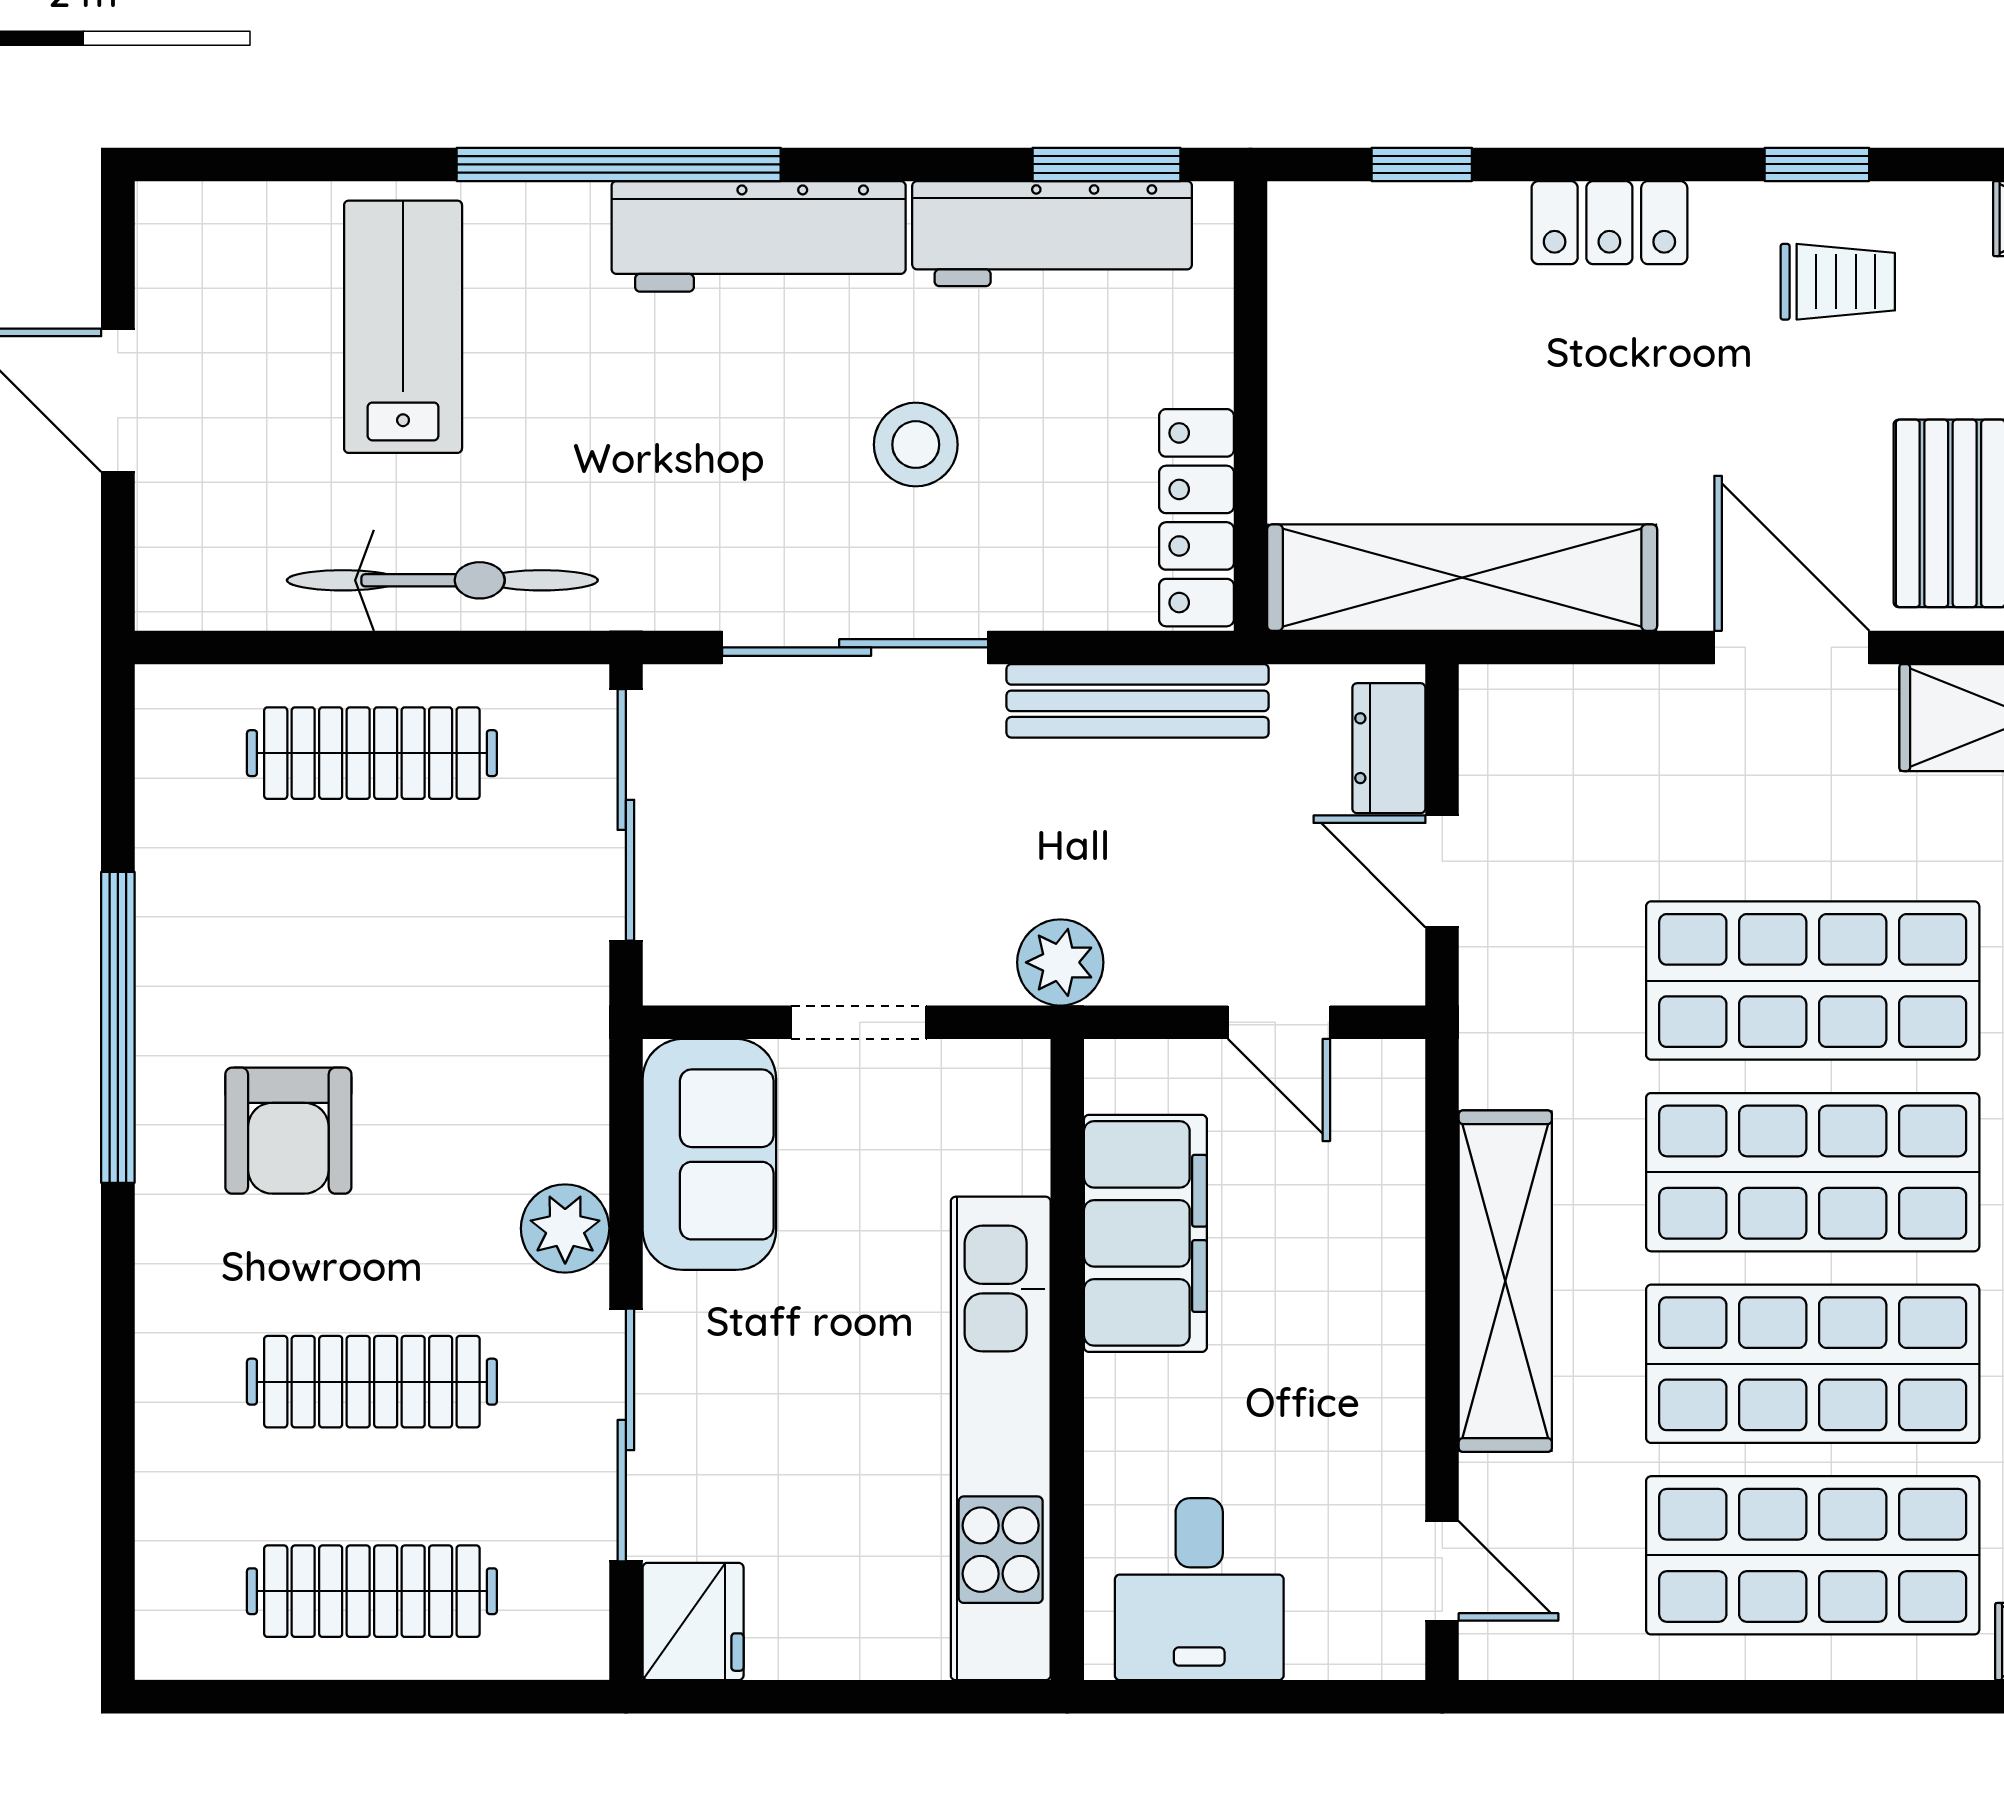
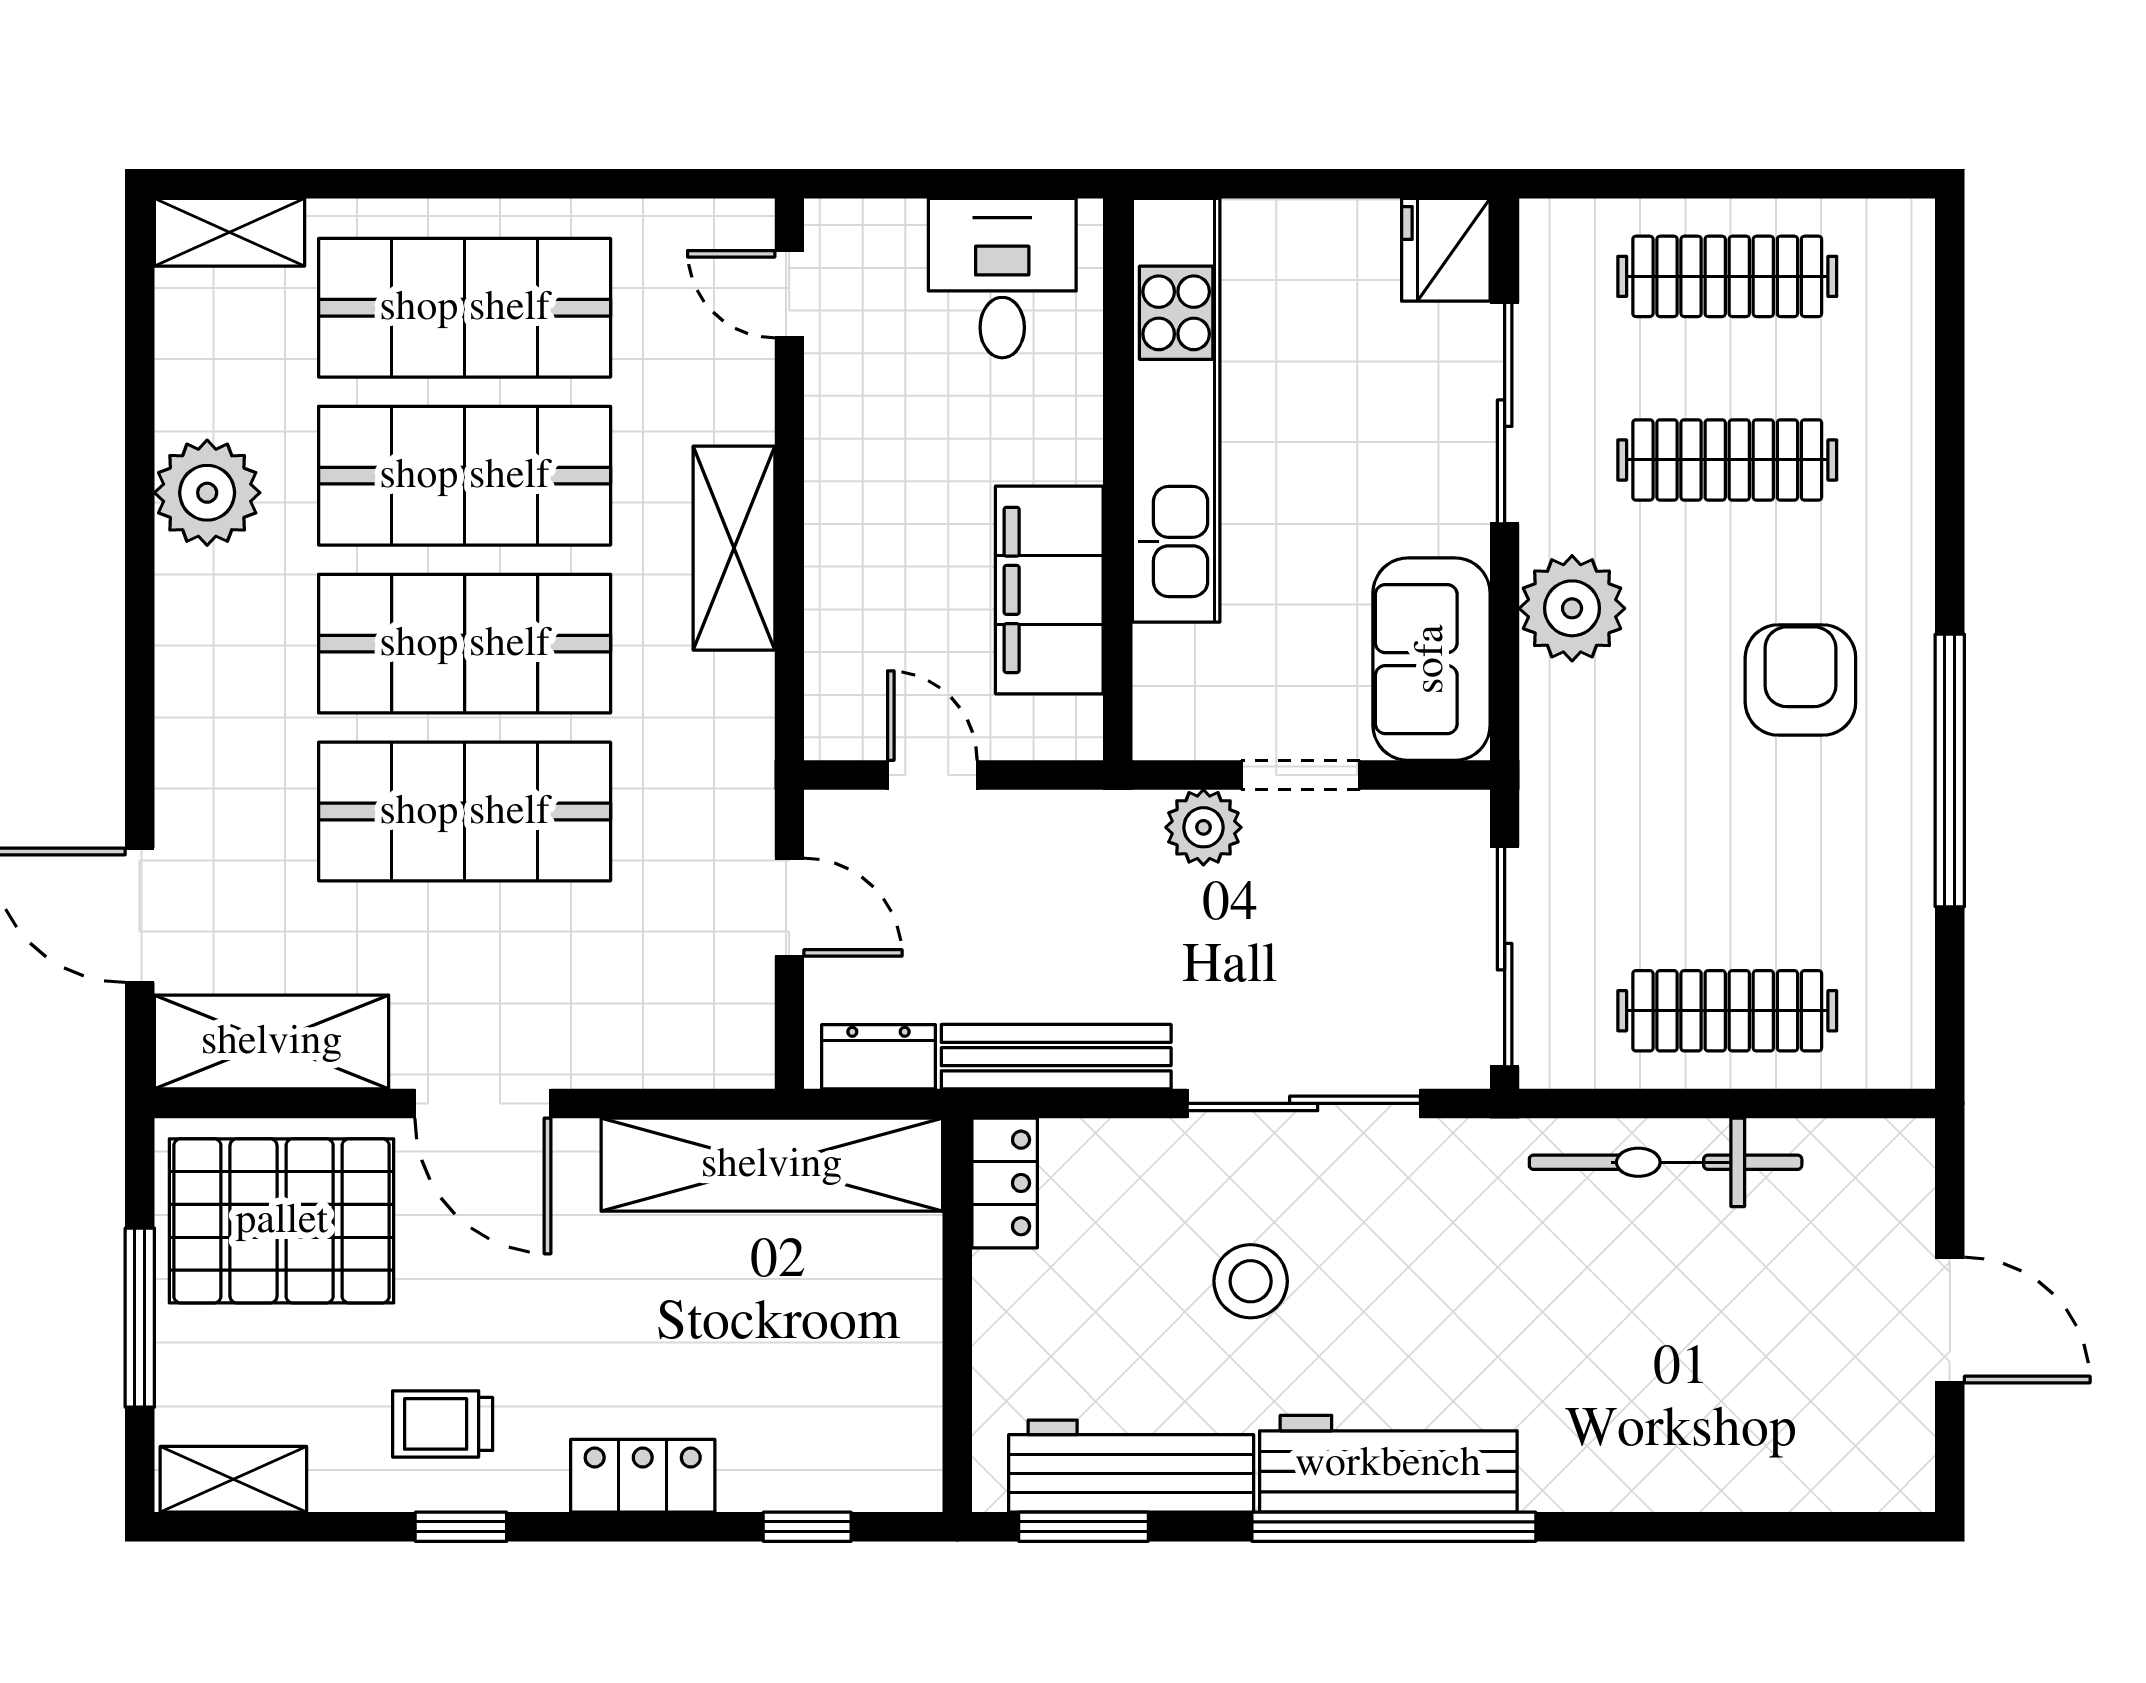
window: (619, 164) -> (1394, 1527), moved
lab bench: (403, 327) -> (1700, 1384), removed
locker: (1196, 518) -> (1005, 1183), width x0.66
dresser: (1389, 748) -> (879, 1057), moved, turned -90
plant: (1060, 962) -> (1203, 827), moved
plant: (565, 1228) -> (1572, 608), width x1.36, depth x1.36
shelving: (1505, 1281) -> (734, 548), width x0.68

